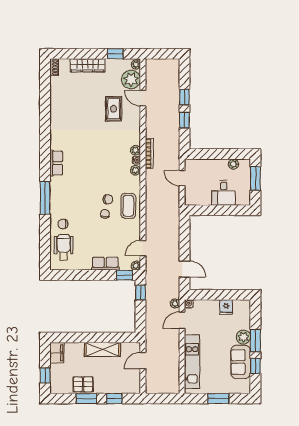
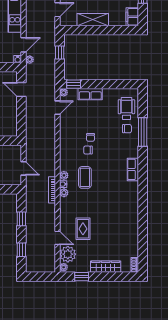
window: (184, 97) -> (21, 250), moved
row of seats: (56, 163) -> (133, 169), moved
window: (45, 198) -> (143, 132), moved
coffee table: (128, 206) -> (85, 177), moved
wheelchair: (64, 247) -> (126, 108), turned 180
window: (140, 293) -> (60, 52), moved

